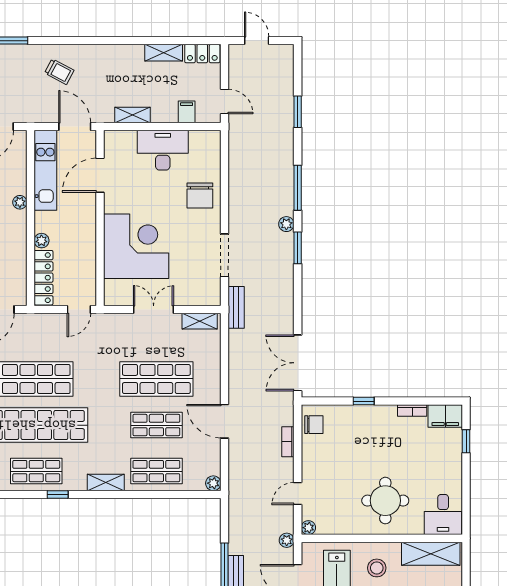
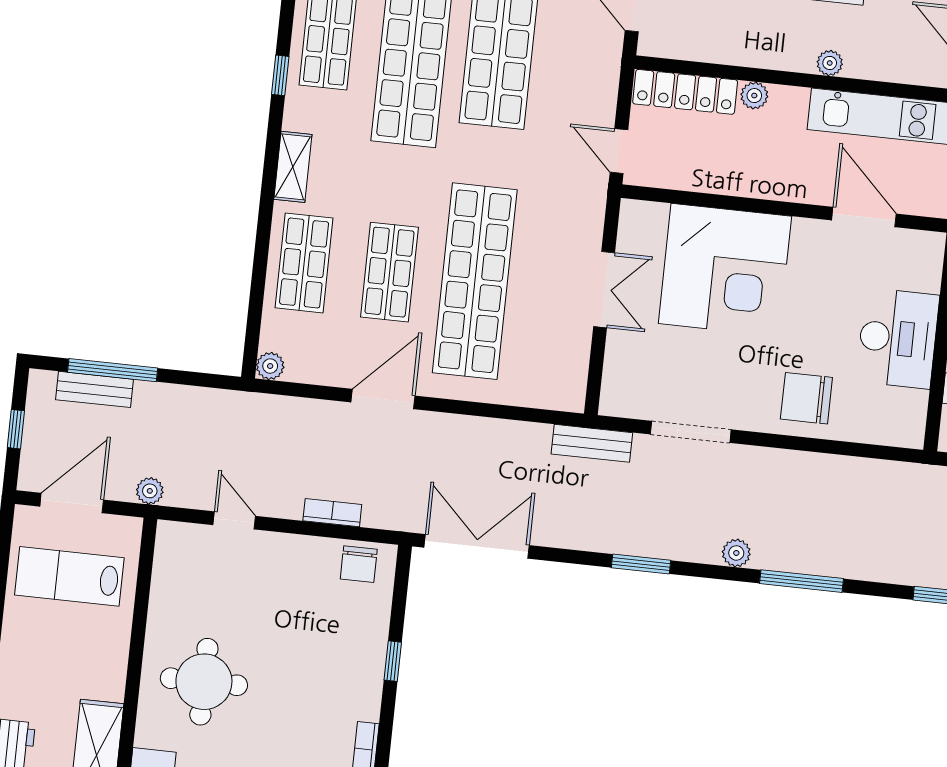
window: (298, 248) -> (641, 564), moved
shelving: (200, 321) -> (573, 373), removed
shop shelf: (156, 379) -> (475, 281), width x1.40
plant: (308, 528) -> (169, 534), removed
stool: (377, 568) -> (81, 653), removed

